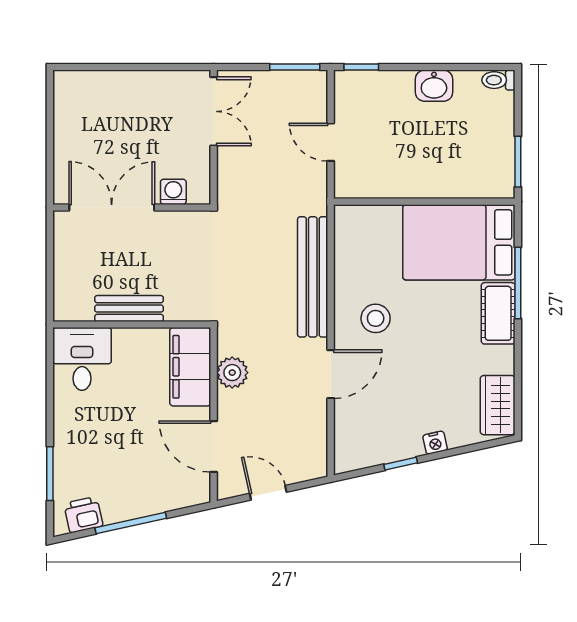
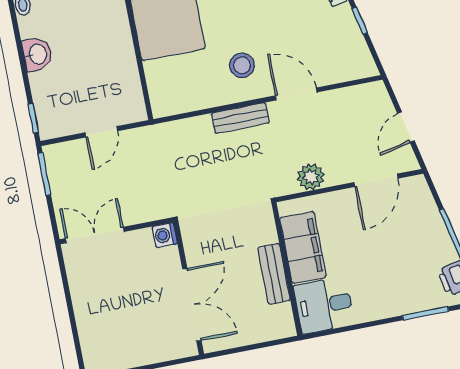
washing machine: (173, 192) -> (165, 235), moved
double door: (112, 207) -> (192, 305), swing flipped
bench: (313, 277) -> (240, 118), width x0.54, depth x0.82
filing cabinet: (190, 367) -> (303, 247), moved, turned -90

